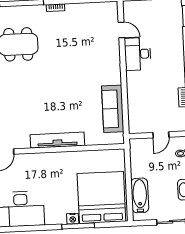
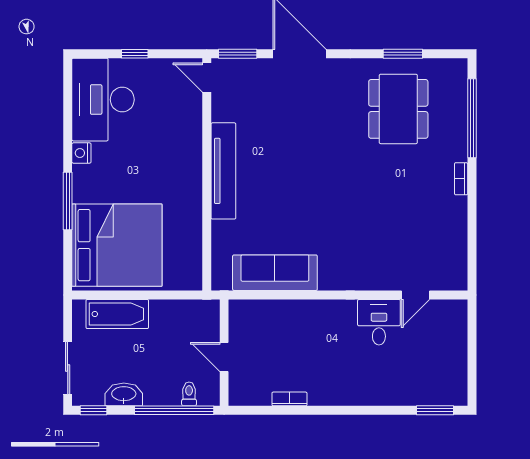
desk: (138, 54) -> (379, 322), width x0.73
nightstand: (73, 219) -> (81, 153), moved

